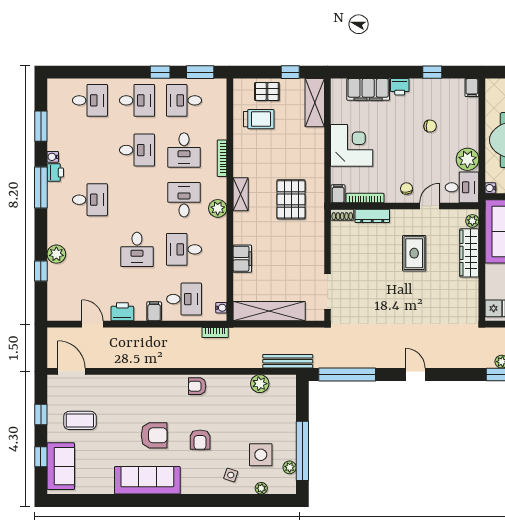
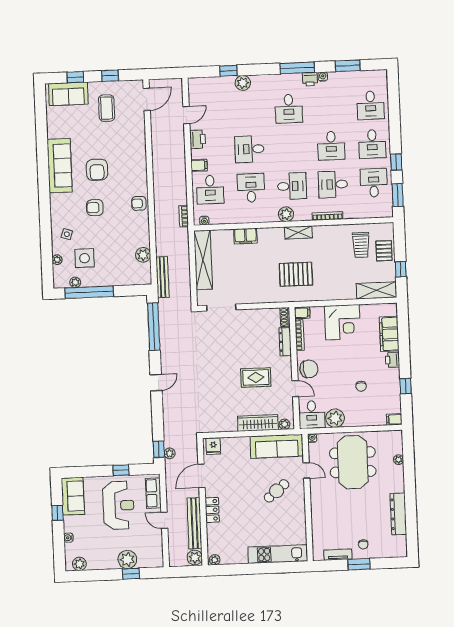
chair: (407, 188) -> (309, 369), width x1.87, depth x1.87
armchair: (197, 386) -> (139, 203), turned -90

